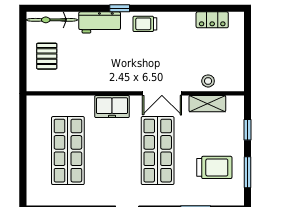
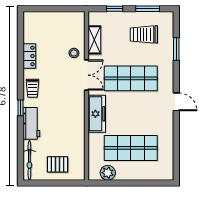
locker: (212, 20) -> (29, 56), moved
stool: (208, 81) -> (74, 53), moved
freezer: (112, 107) -> (97, 114), width x1.40
plant: (36, 121) -> (108, 173), added
trolley: (214, 167) -> (144, 34), turned -90

